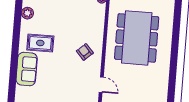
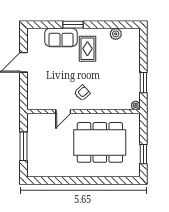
window: (15, 56) -> (73, 25), added
door: (101, 85) -> (63, 111), moved

